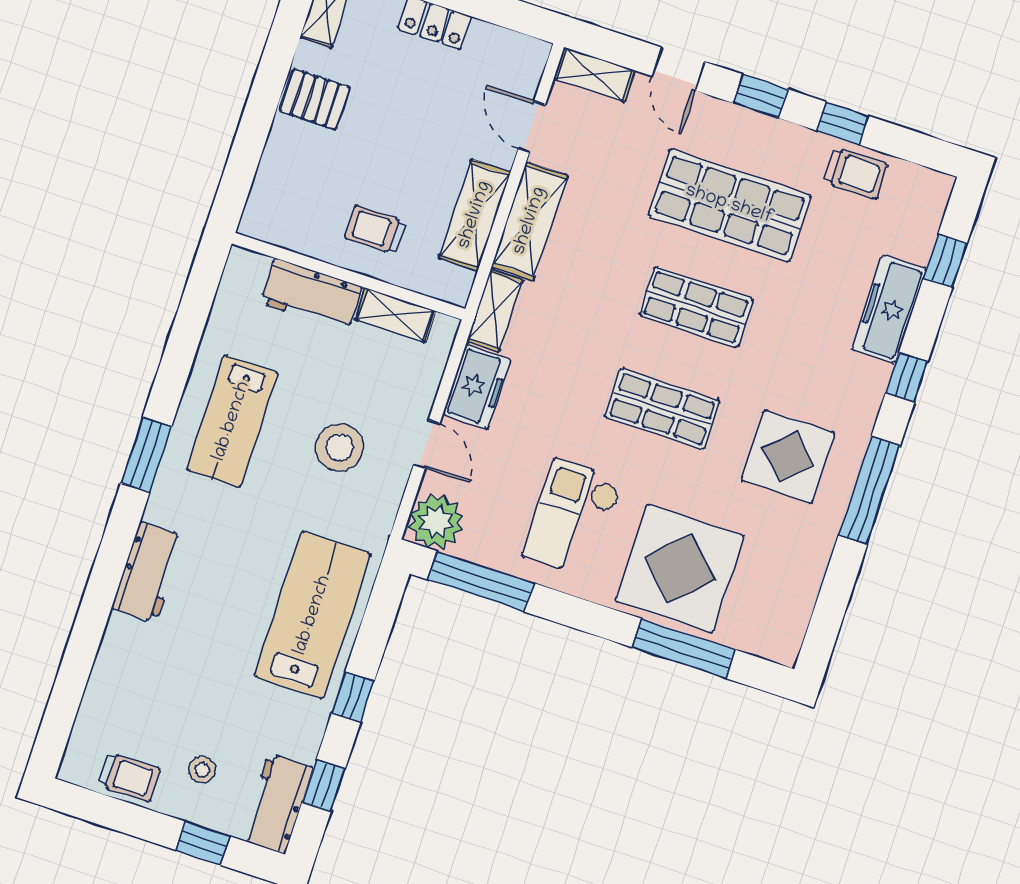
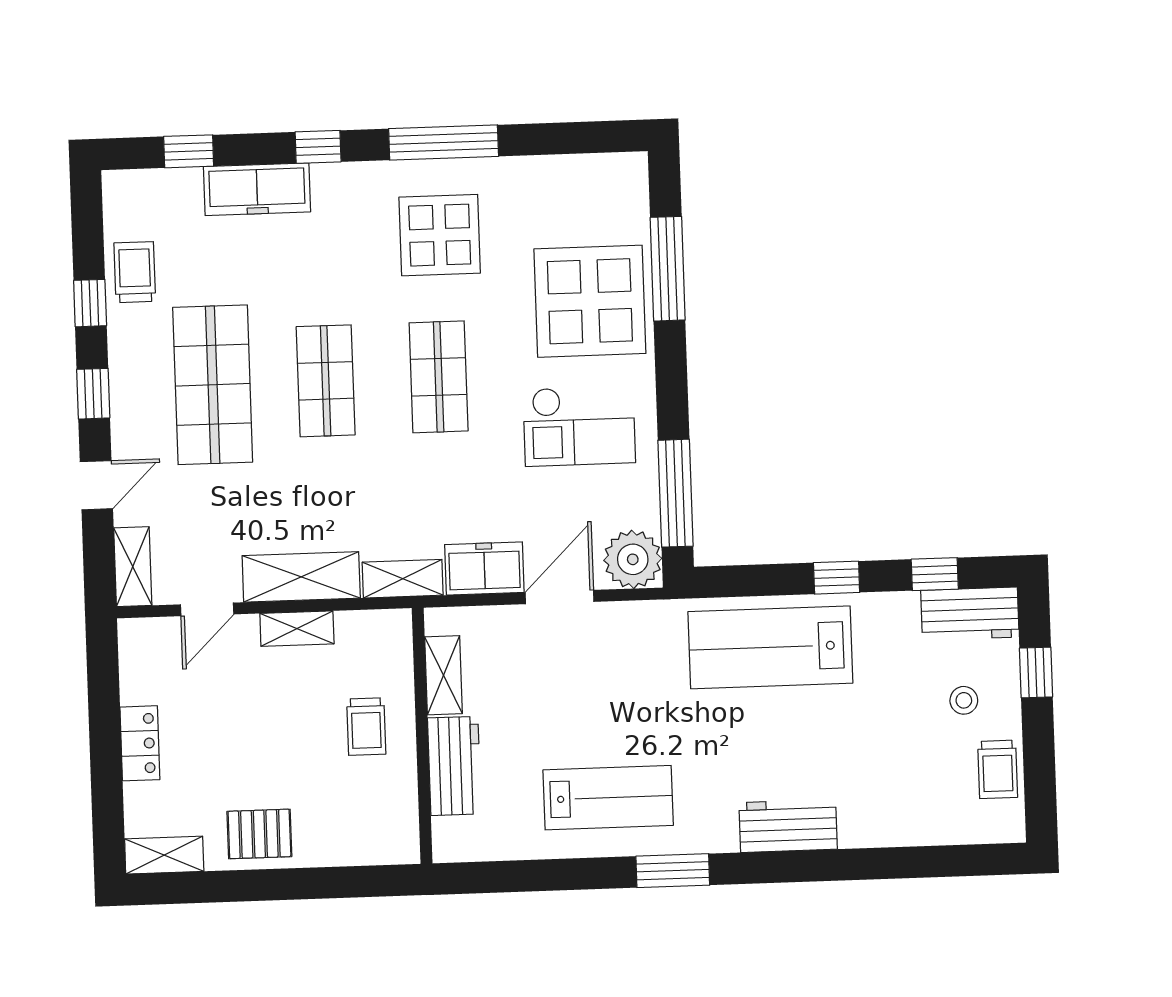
pallet: (315, 99) -> (259, 834), turned 90
shelving: (475, 215) -> (297, 629), width x0.67, depth x0.75
door: (427, 444) -> (559, 597), width x1.38
stool: (340, 447) -> (595, 682), removed
trolley: (129, 777) -> (998, 769), turned 180

